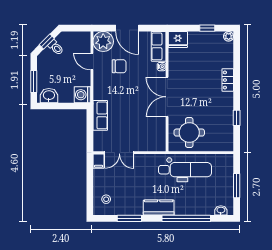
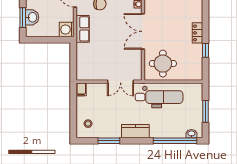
locker: (228, 80) -> (198, 33), moved
washbasin: (49, 96) -> (32, 17), moved, turned 90
row of seats: (100, 115) -> (83, 29), moved
double door: (119, 153) -> (121, 82), moved
window: (186, 218) -> (175, 141), moved

